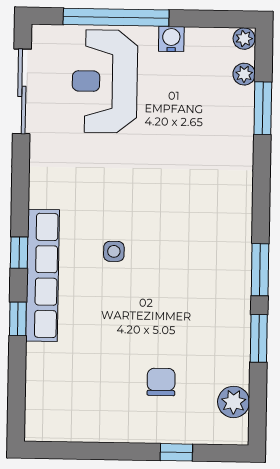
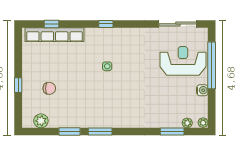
row of seats: (43, 275) -> (55, 35), moved
window: (18, 319) -> (52, 24), moved
window: (176, 452) -> (18, 85), moved

